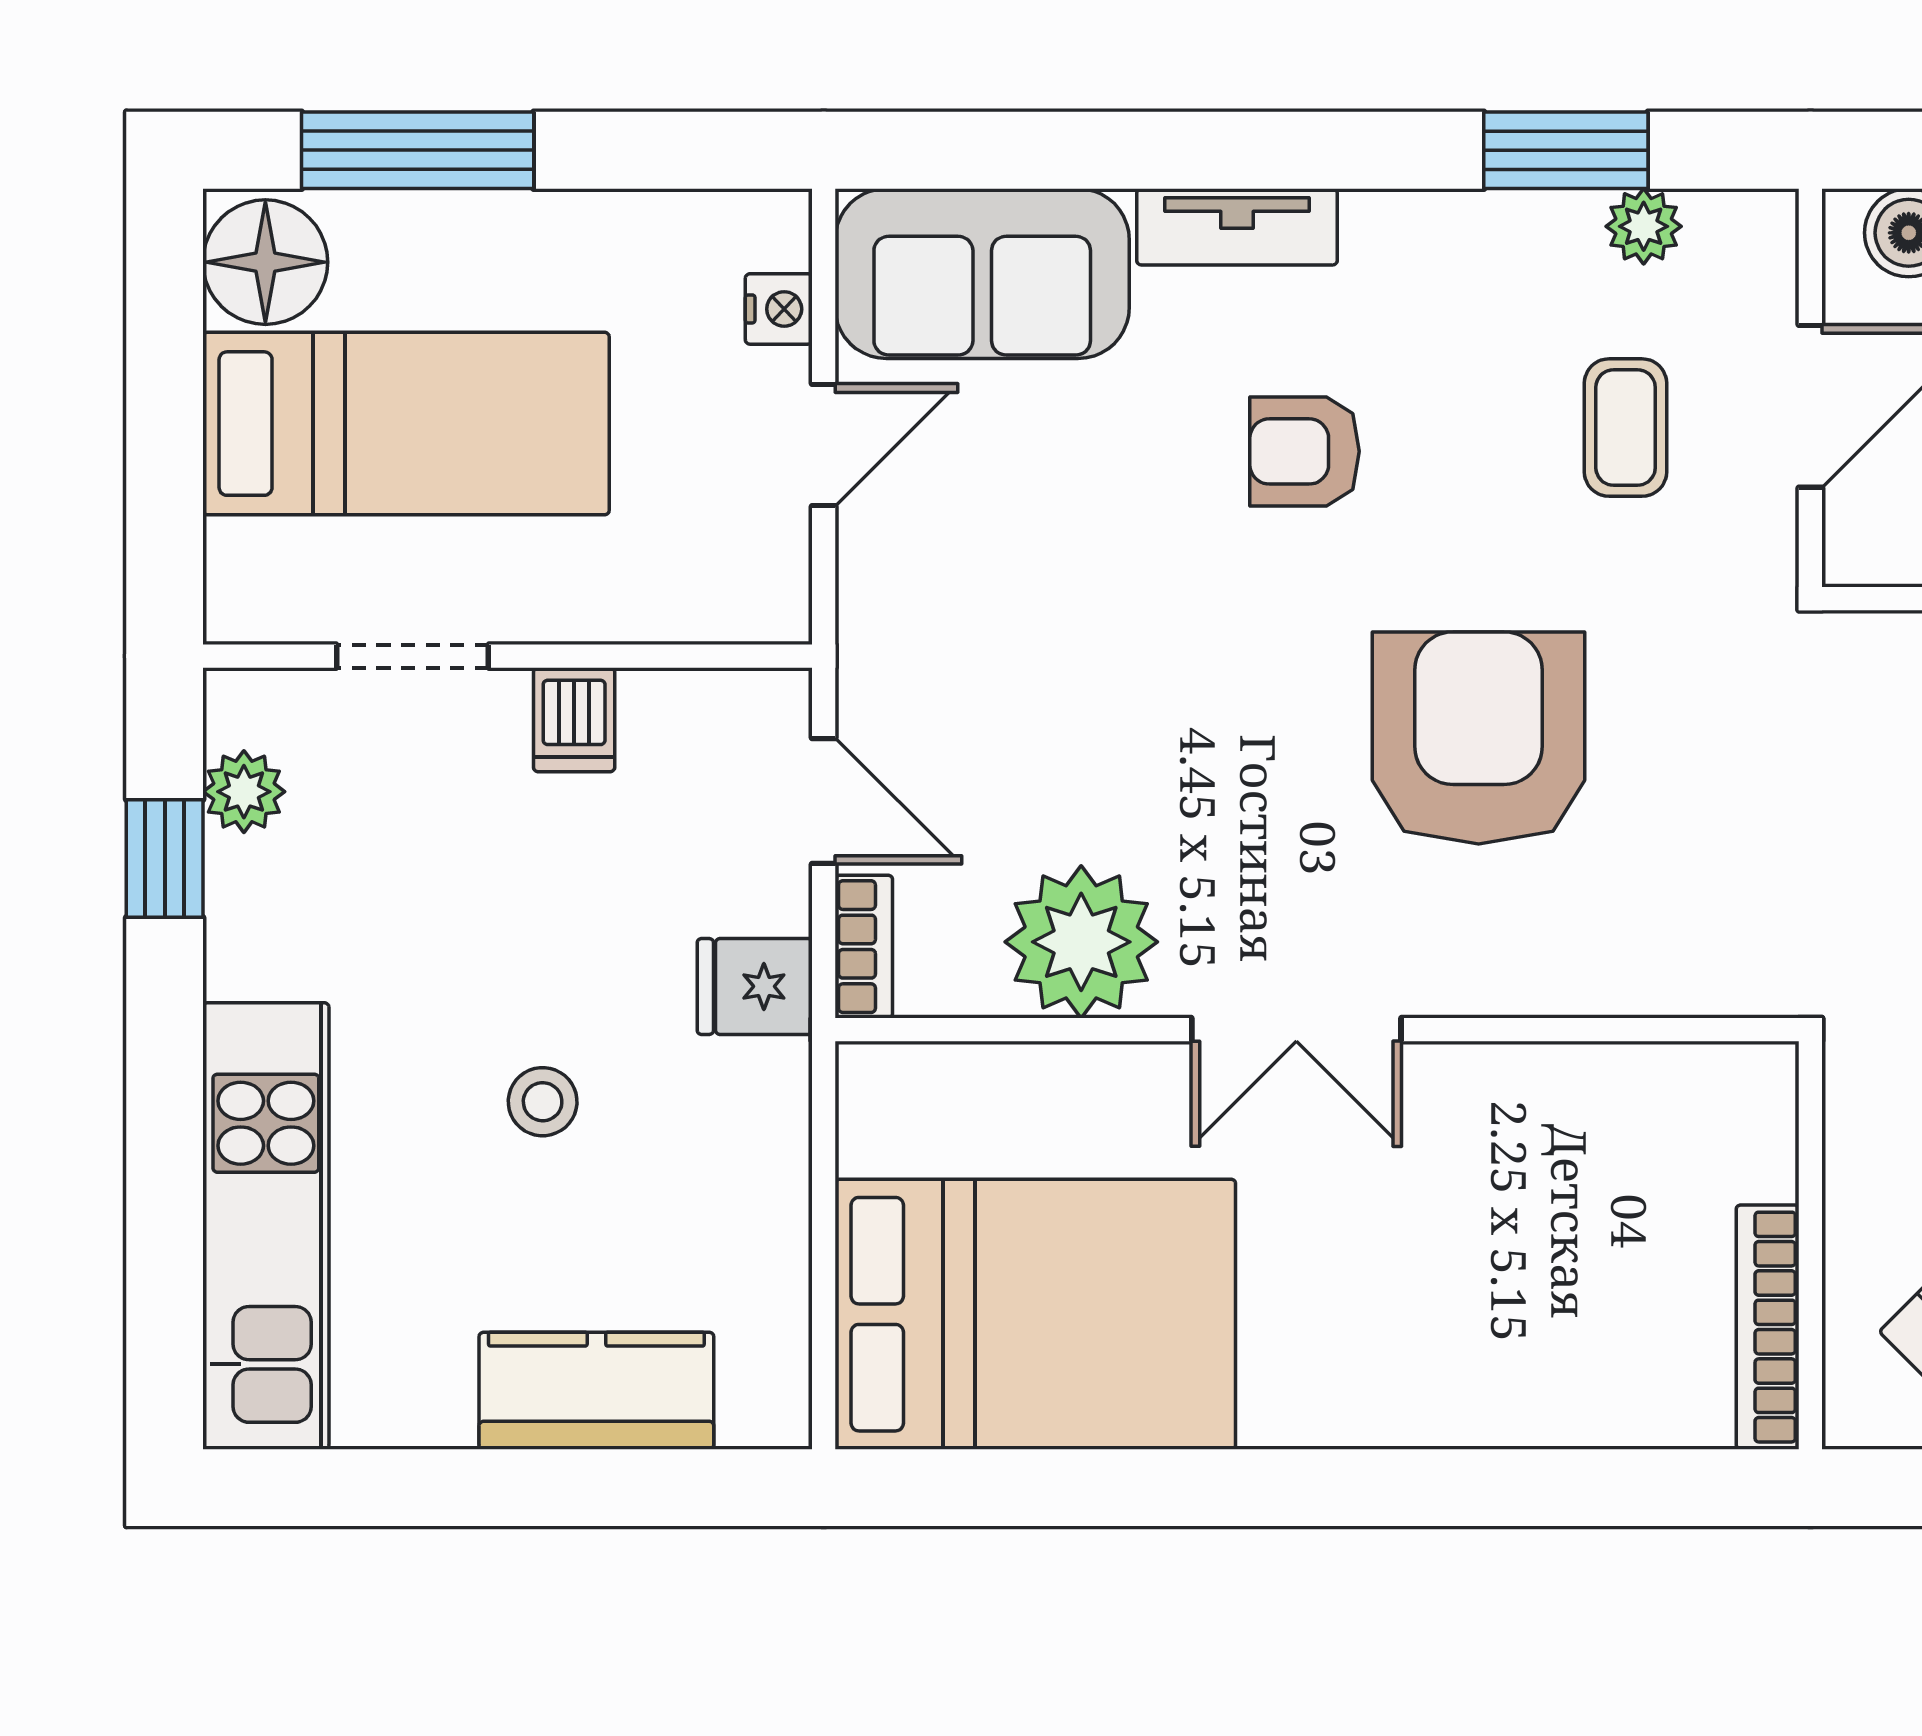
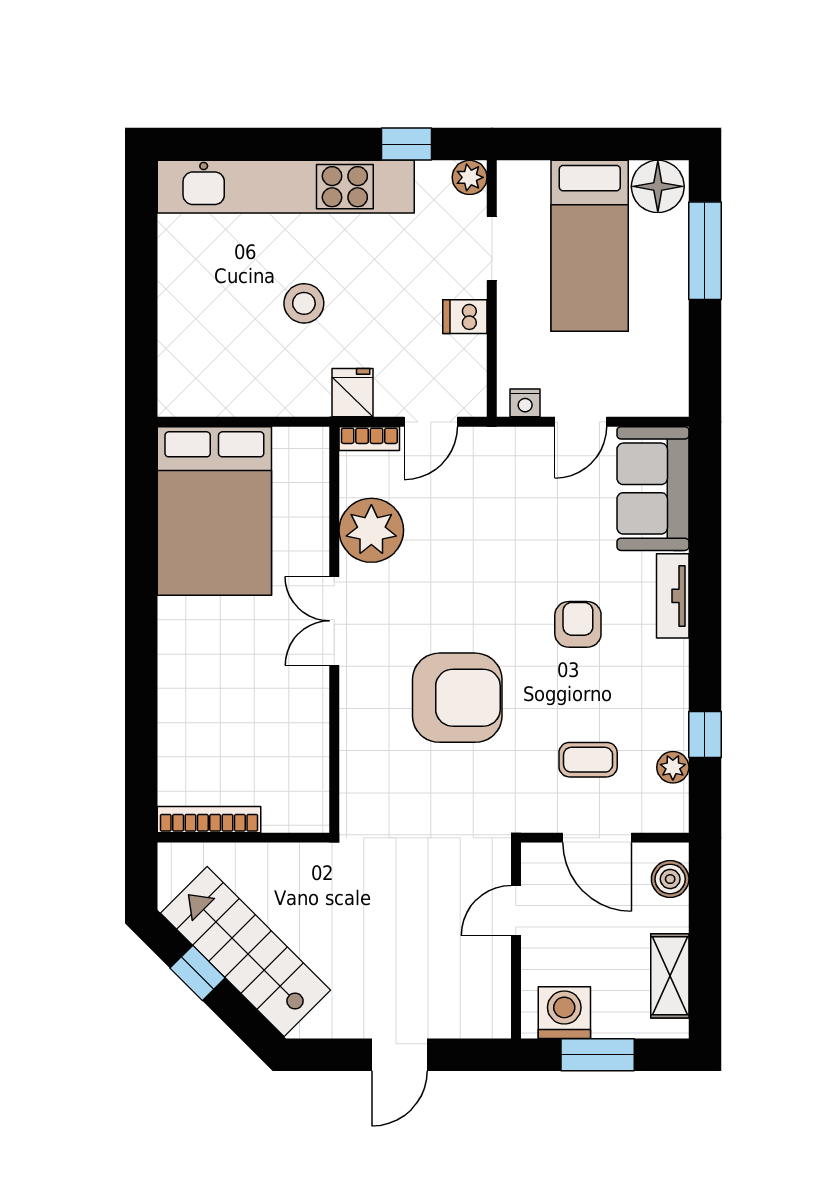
window: (1566, 150) -> (705, 735), width x0.67
nightstand: (779, 309) -> (525, 403), moved
door: (824, 445) -> (581, 422), hinge flipped
plant: (244, 792) -> (470, 177), moved
stool: (543, 1102) -> (304, 303), width x1.37, depth x1.37
kitchen unit: (266, 1226) -> (286, 187), width x1.36
kitchen counter: (596, 1391) -> (182, 326), removed

